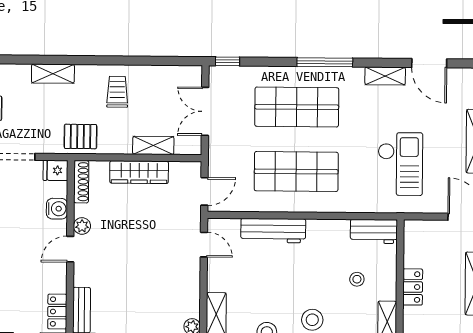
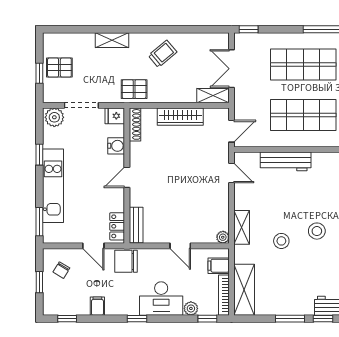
trolley: (117, 92) -> (163, 54), turned 50
shelving: (153, 145) -> (213, 96), moved
plant: (82, 226) -> (136, 159), removed

